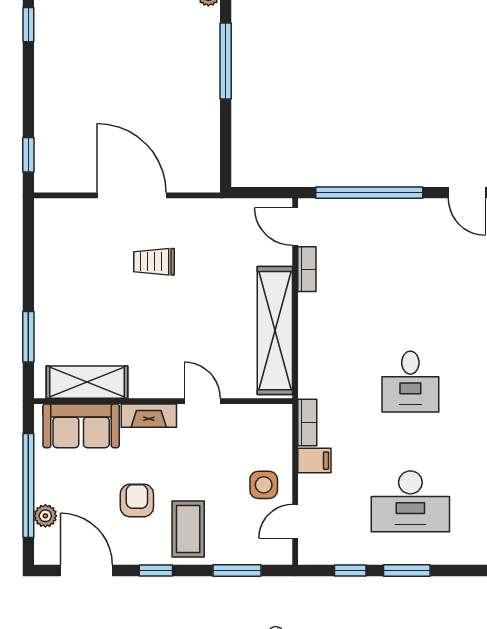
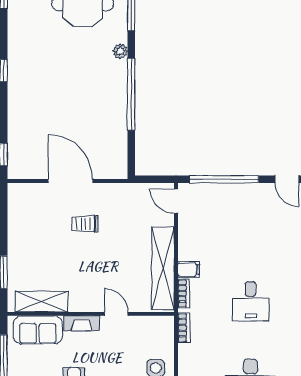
window: (226, 61) -> (131, 94), width x1.46
bookcase: (307, 269) -> (184, 294), moved
filing cabinet: (314, 461) -> (189, 270), moved

